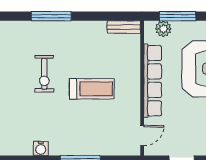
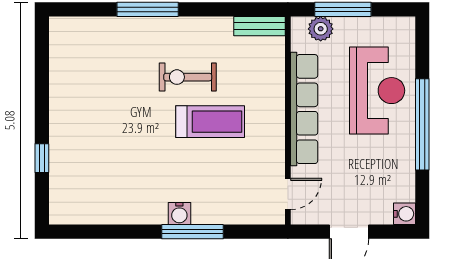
exercise bike: (44, 74) -> (188, 77), moved, turned 90
water cooler: (41, 148) -> (179, 214), moved

